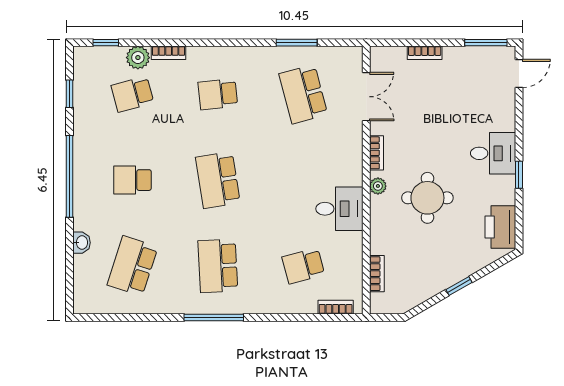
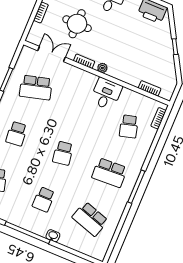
school desk: (218, 180) -> (63, 153), width x0.54
round table: (427, 198) -> (77, 24), moved
washbasin: (81, 243) -> (53, 236), moved

